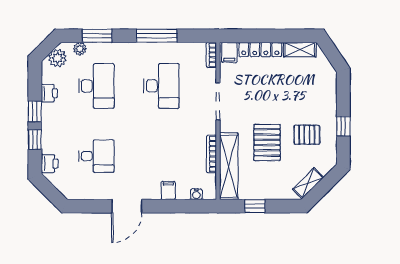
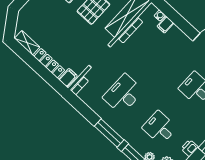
window: (157, 36) -> (109, 133), moved
desk: (96, 86) -> (160, 128), width x0.73
filing cabinet: (168, 190) -> (165, 25), moved

